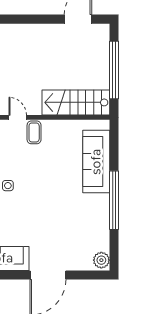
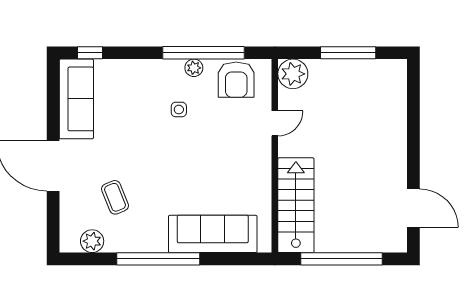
coffee table: (34, 132) -> (115, 197), moved, turned 68
plant: (101, 260) -> (92, 241), moved

